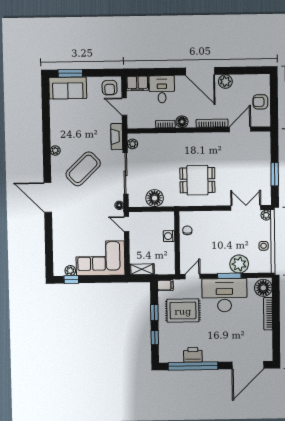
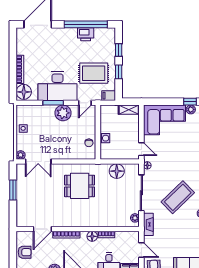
plant: (239, 264) -> (63, 113), moved

